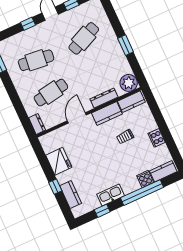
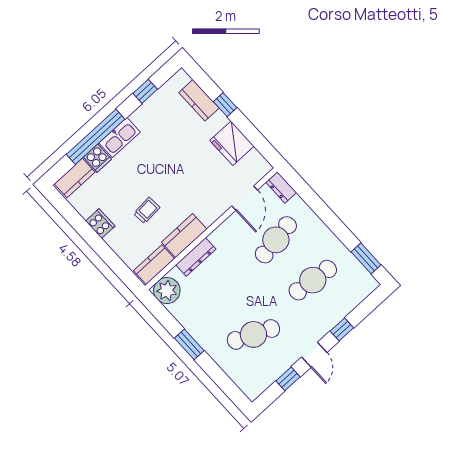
cafe table: (84, 38) -> (253, 334), turned 48
door: (77, 118) -> (245, 198), moved
kitchen sink: (111, 195) -> (120, 137), moved

